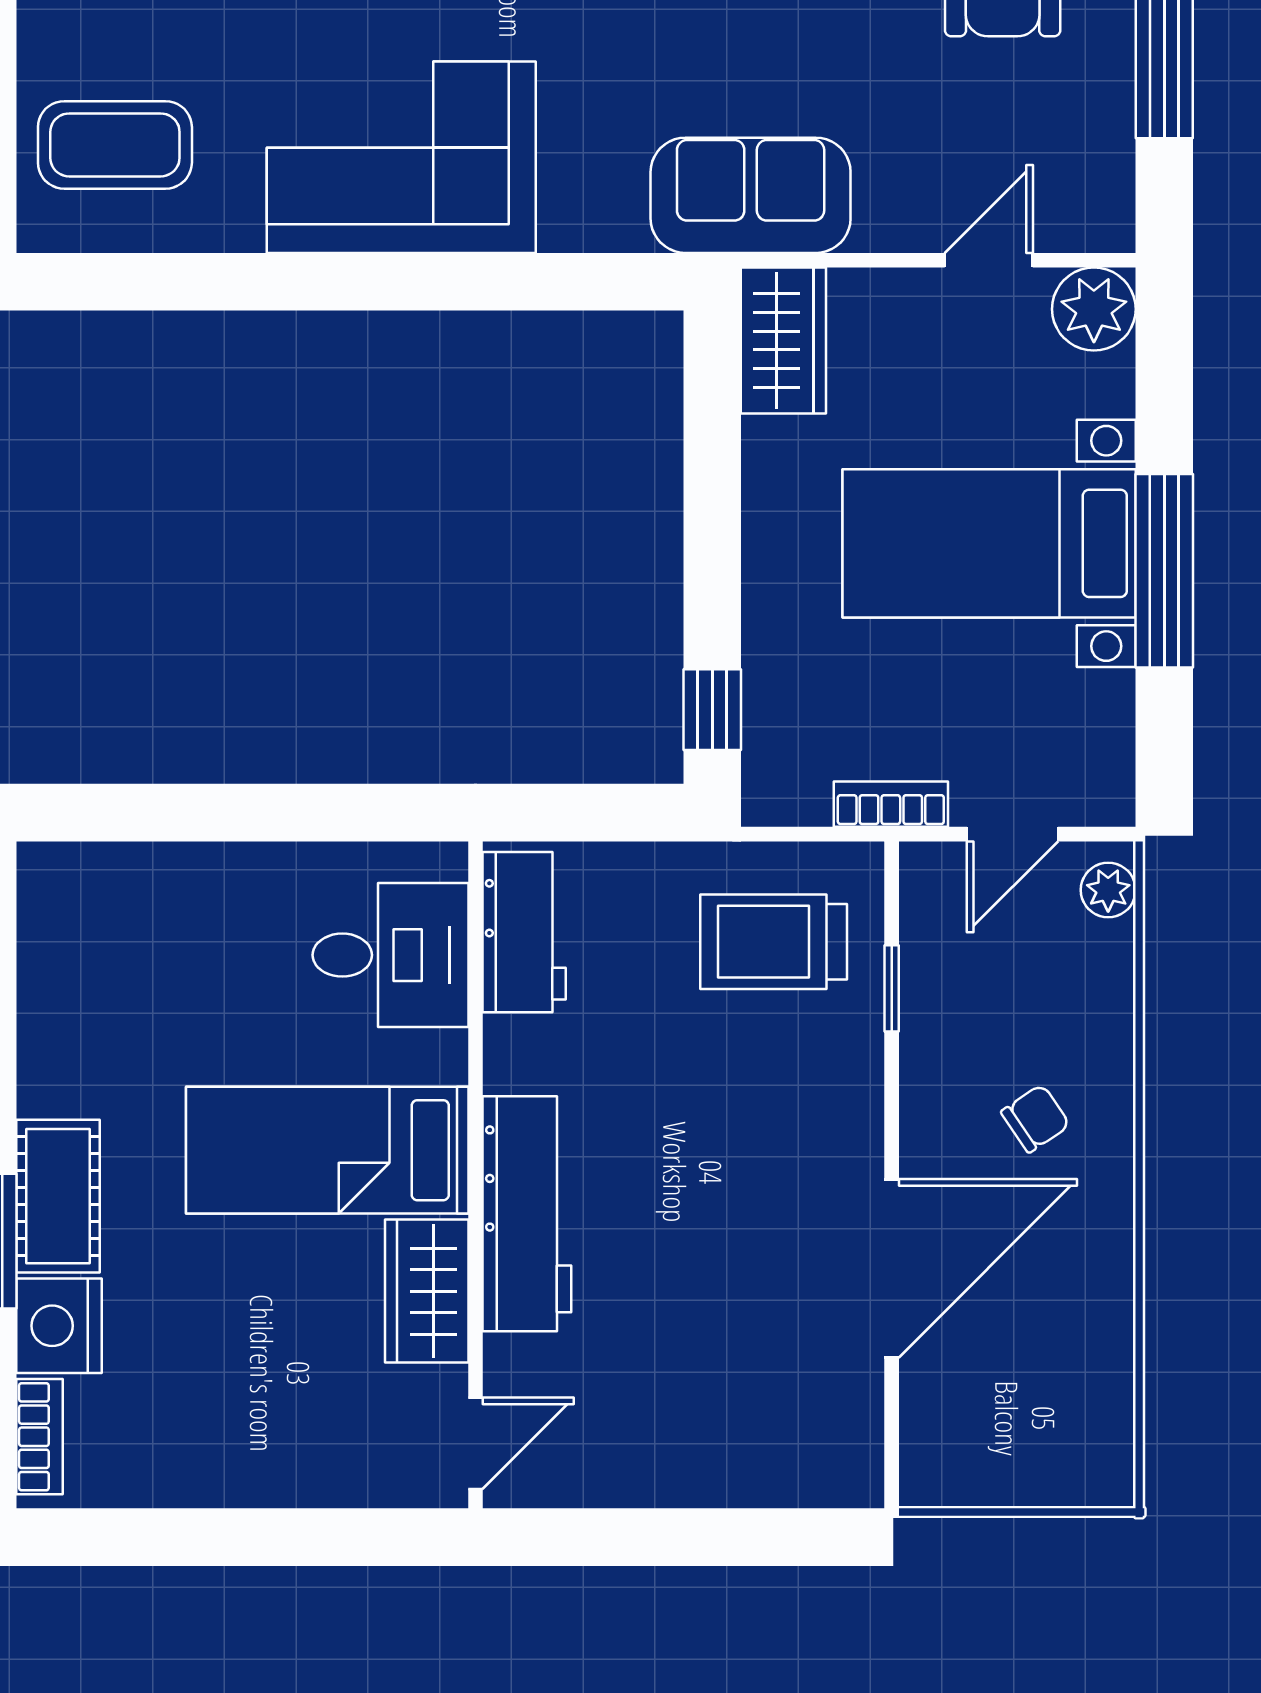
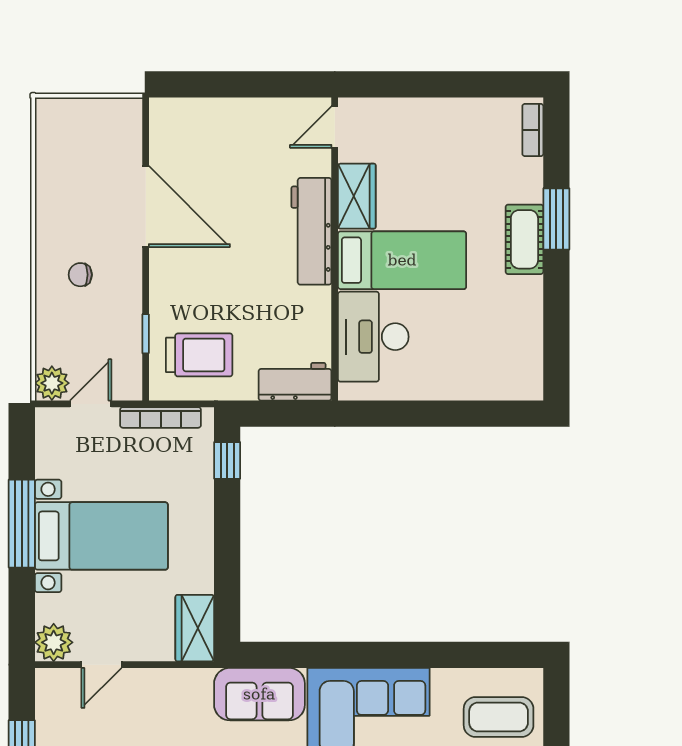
sofa: (751, 195) -> (259, 694), moved
bookcase: (891, 804) -> (161, 417), width x1.56
plant: (1108, 890) -> (52, 383), width x1.38, depth x1.38
workbench: (524, 932) -> (295, 382), moved, turned 90
desk: (391, 955) -> (373, 337), width x1.37
chair: (1035, 1118) -> (80, 275), turned 34
door: (892, 1268) -> (146, 206), swing flipped
nightstand: (59, 1326) -> (524, 180), removed

